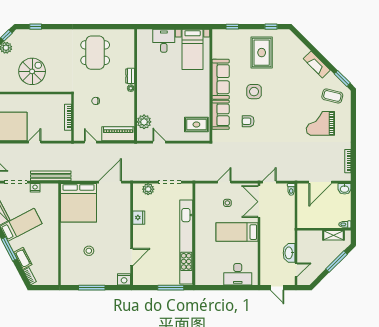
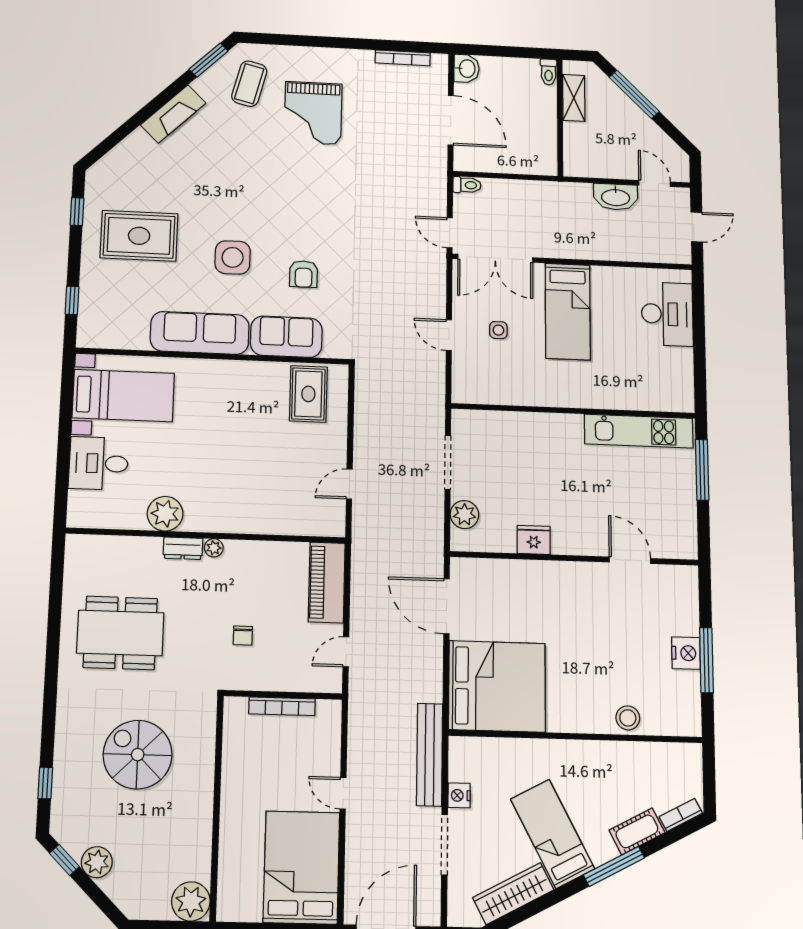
spiral stairs: (32, 71) -> (138, 755), moved
plant: (144, 122) -> (165, 514), moved
kitchen unit: (186, 242) -> (639, 431), width x0.54
stool: (89, 251) -> (628, 718), moved
nightstand: (124, 279) -> (686, 653), moved

